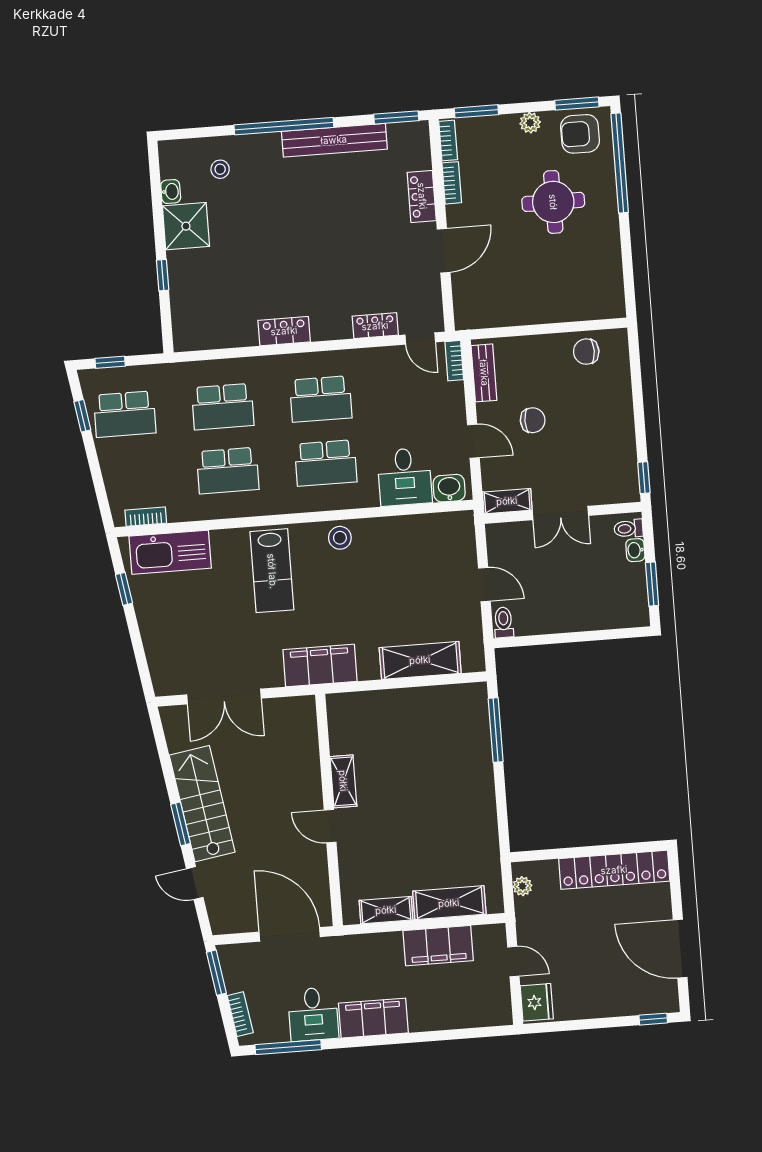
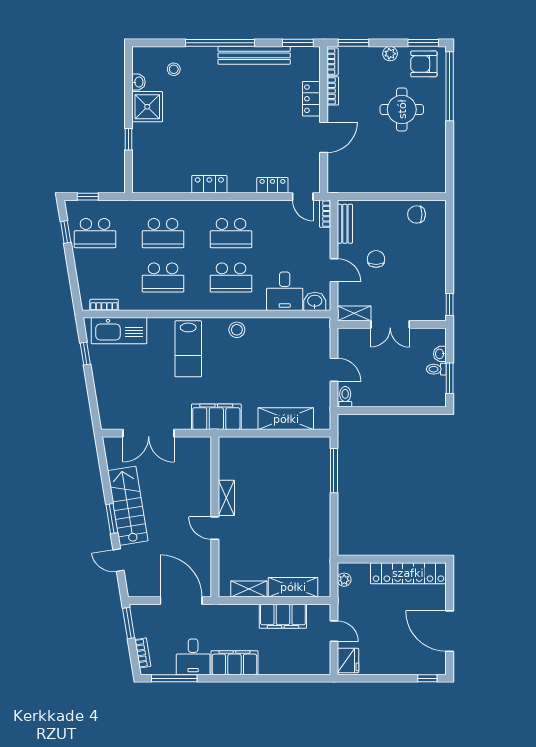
chair: (533, 420) -> (376, 259), turned -90
toilet: (629, 529) -> (436, 369), moved

